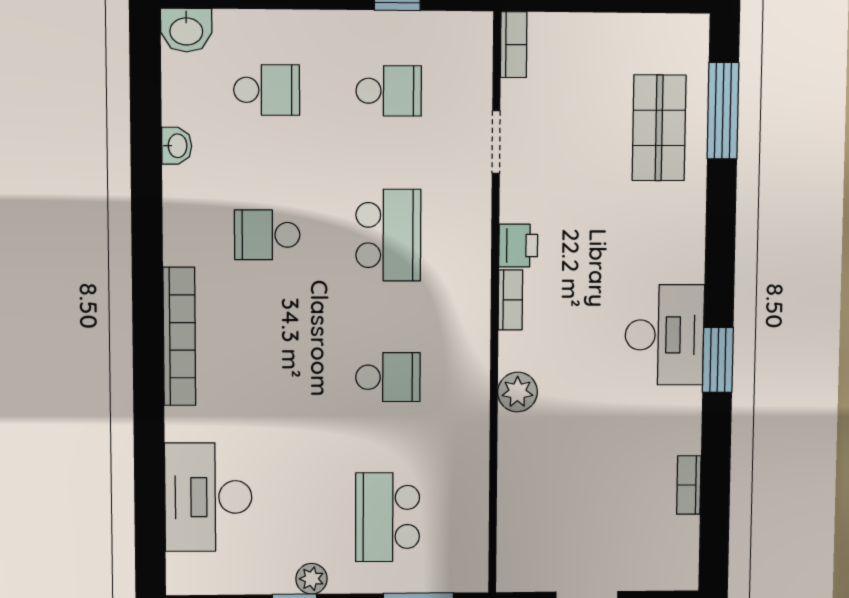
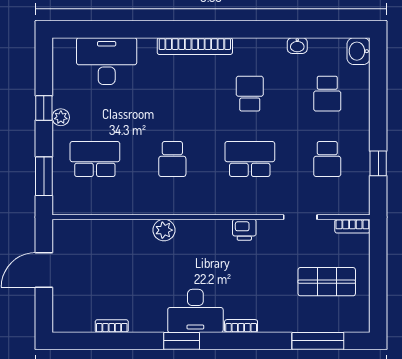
shop shelf: (659, 128) -> (327, 282), moved
school desk: (388, 235) -> (250, 159), turned 180
bookcase: (510, 300) -> (241, 326), moved, turned 180

